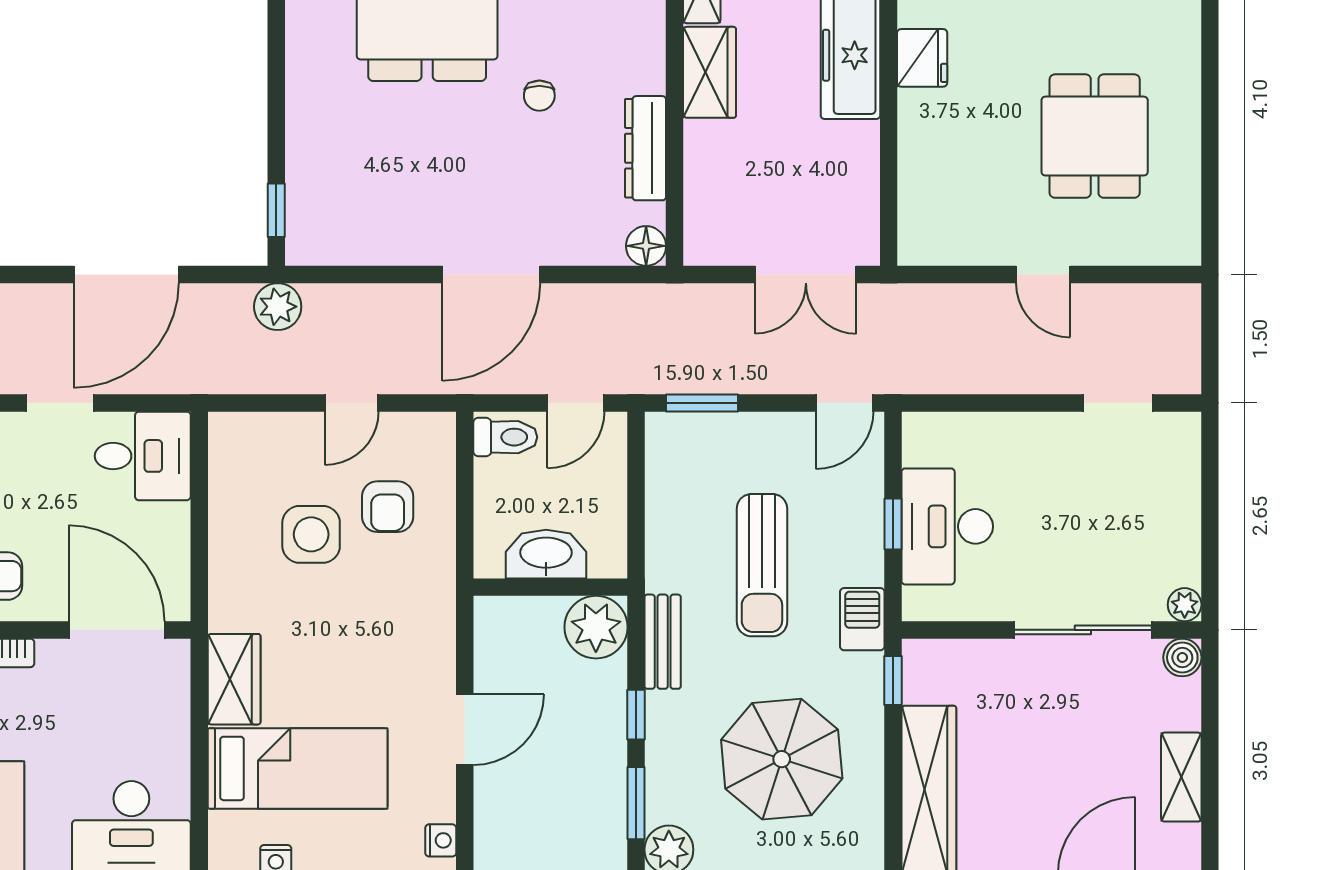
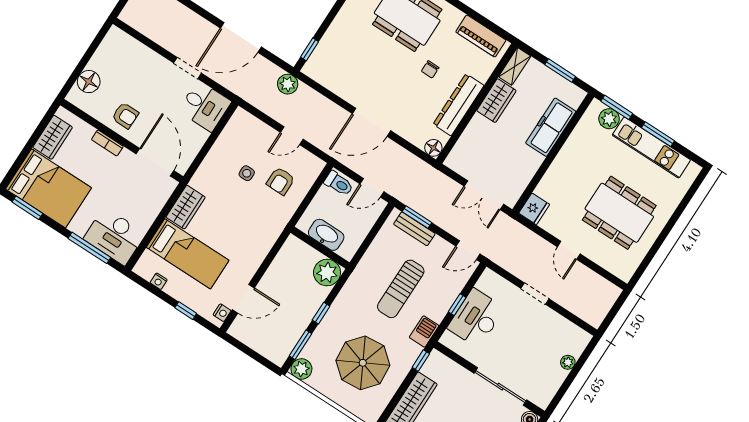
fridge: (922, 58) -> (534, 209), moved
dining table: (1095, 136) -> (619, 213), width x1.38
dresser: (646, 148) -> (459, 105), width x1.37, depth x1.24
doorway: (1118, 403) -> (535, 294), moved
side table: (311, 534) -> (247, 173), width x0.54, depth x0.54
plant: (1185, 605) -> (568, 362), moved
bench: (663, 642) -> (414, 229), moved, turned 90
door: (465, 729) -> (243, 299), moved

